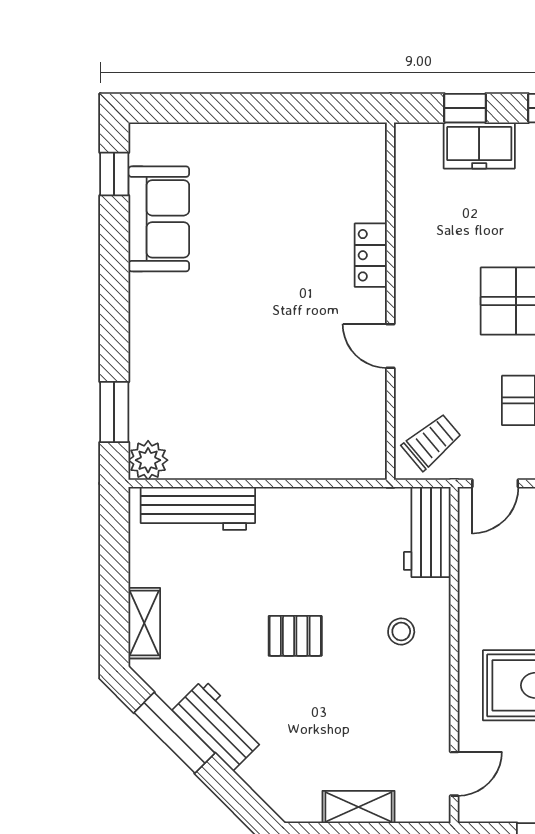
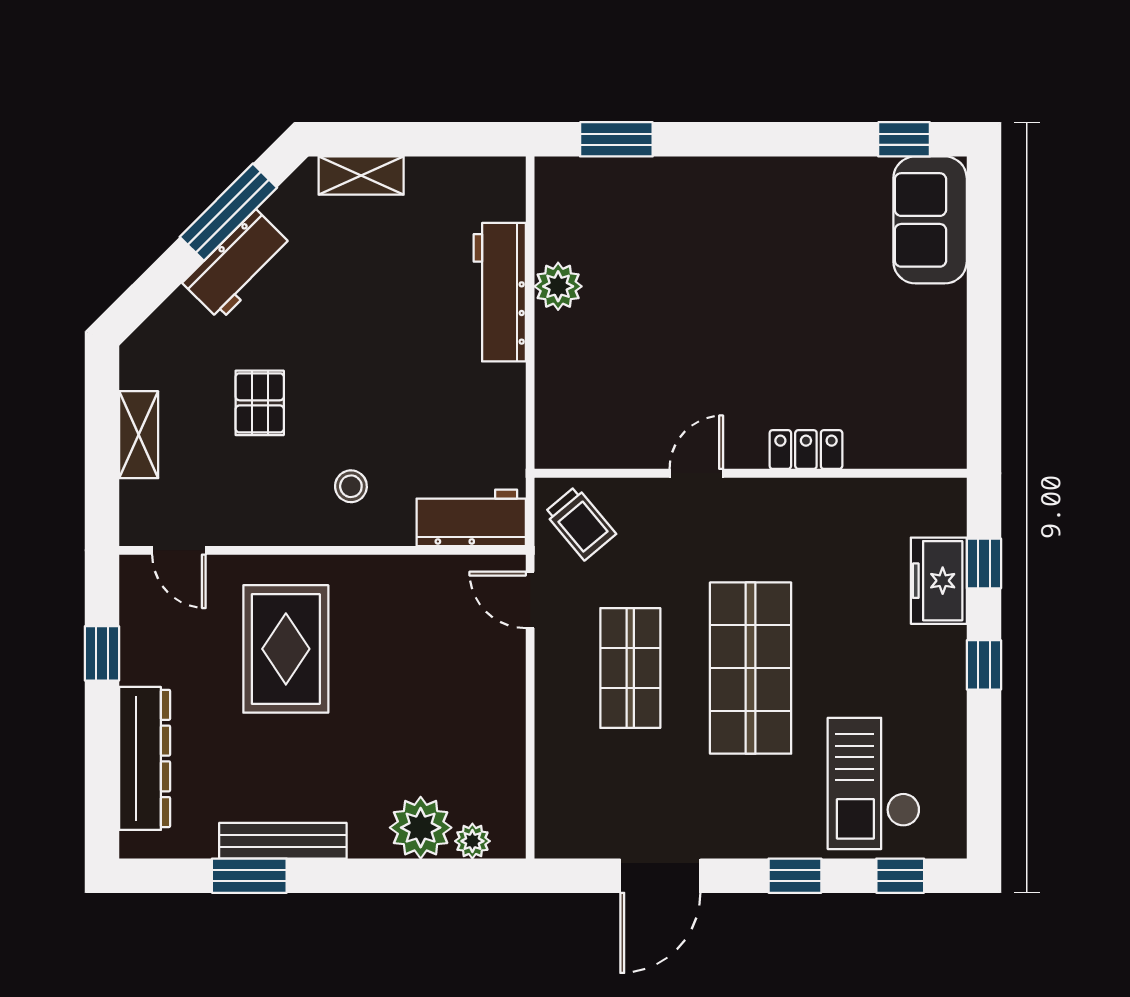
sofa: (159, 219) -> (930, 220), moved, turned 90
plant: (148, 460) -> (558, 286), moved
workbench: (198, 508) -> (500, 292), moved
pallet: (295, 636) -> (260, 403), moved

